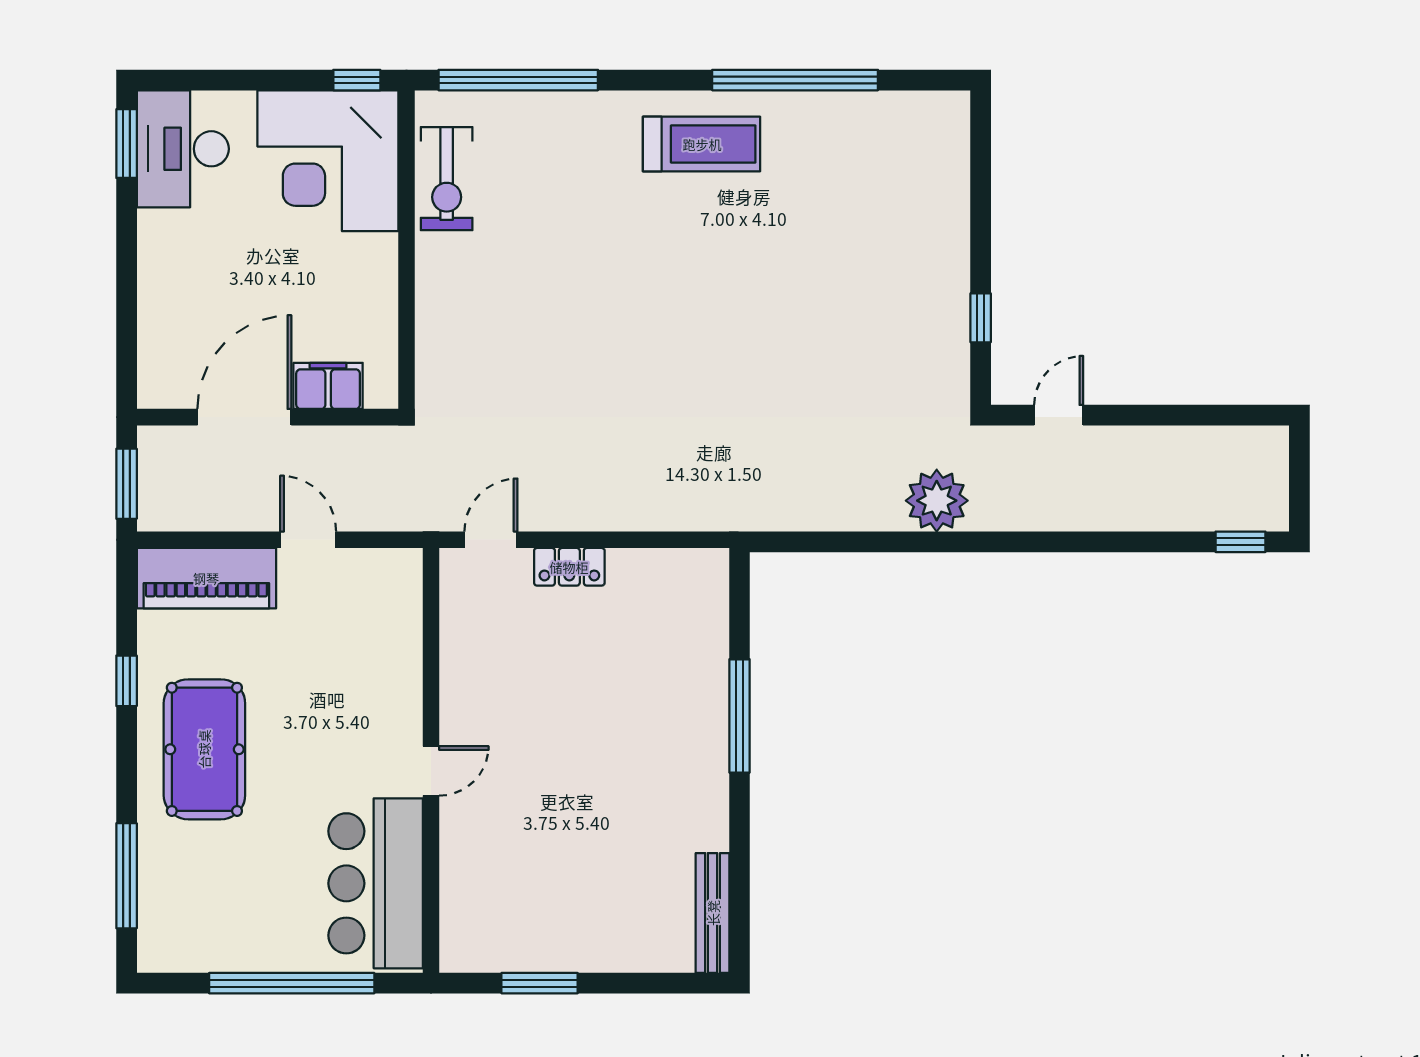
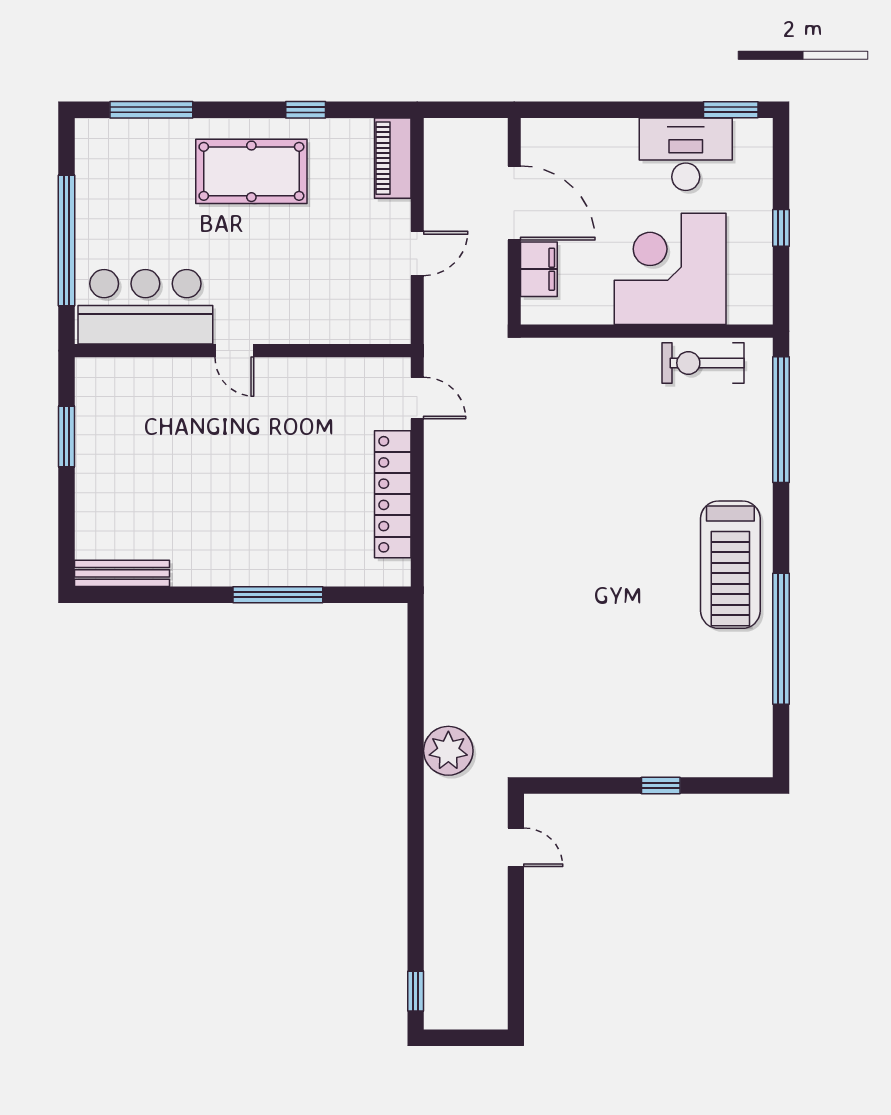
window: (357, 80) -> (781, 228), moved
treadmill: (702, 144) -> (730, 565), width x1.37, depth x1.38
desk: (183, 149) -> (686, 154), moved
corner desk: (328, 161) -> (670, 269), moved
window: (981, 318) -> (661, 786), moved
window: (127, 484) -> (462, 110), removed
locker: (569, 567) -> (393, 494), width x2.16, depth x1.21
piano: (206, 578) -> (393, 158), width x0.73, depth x0.75

